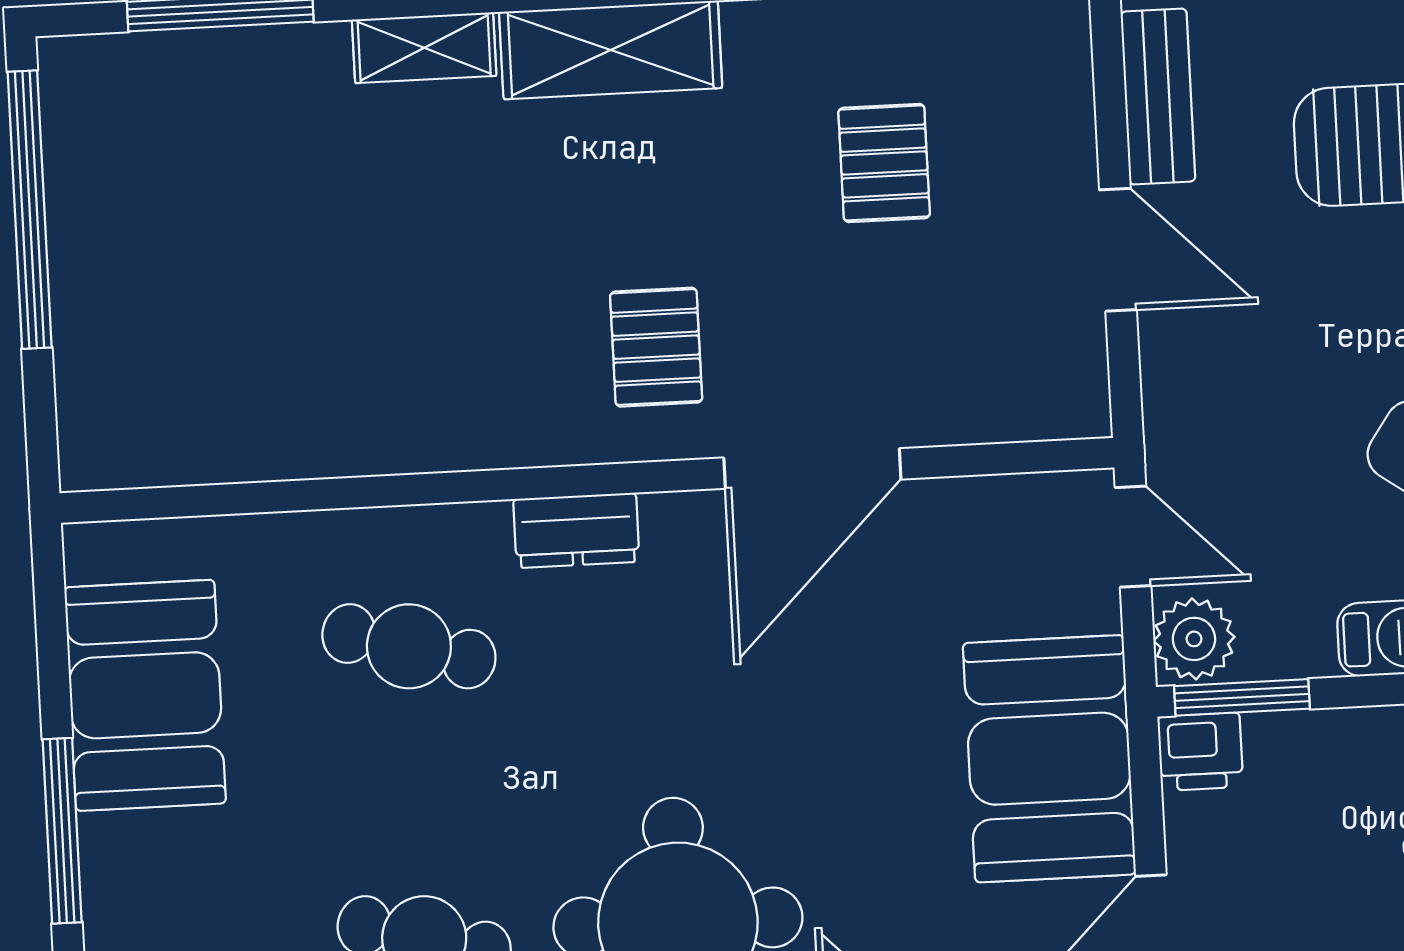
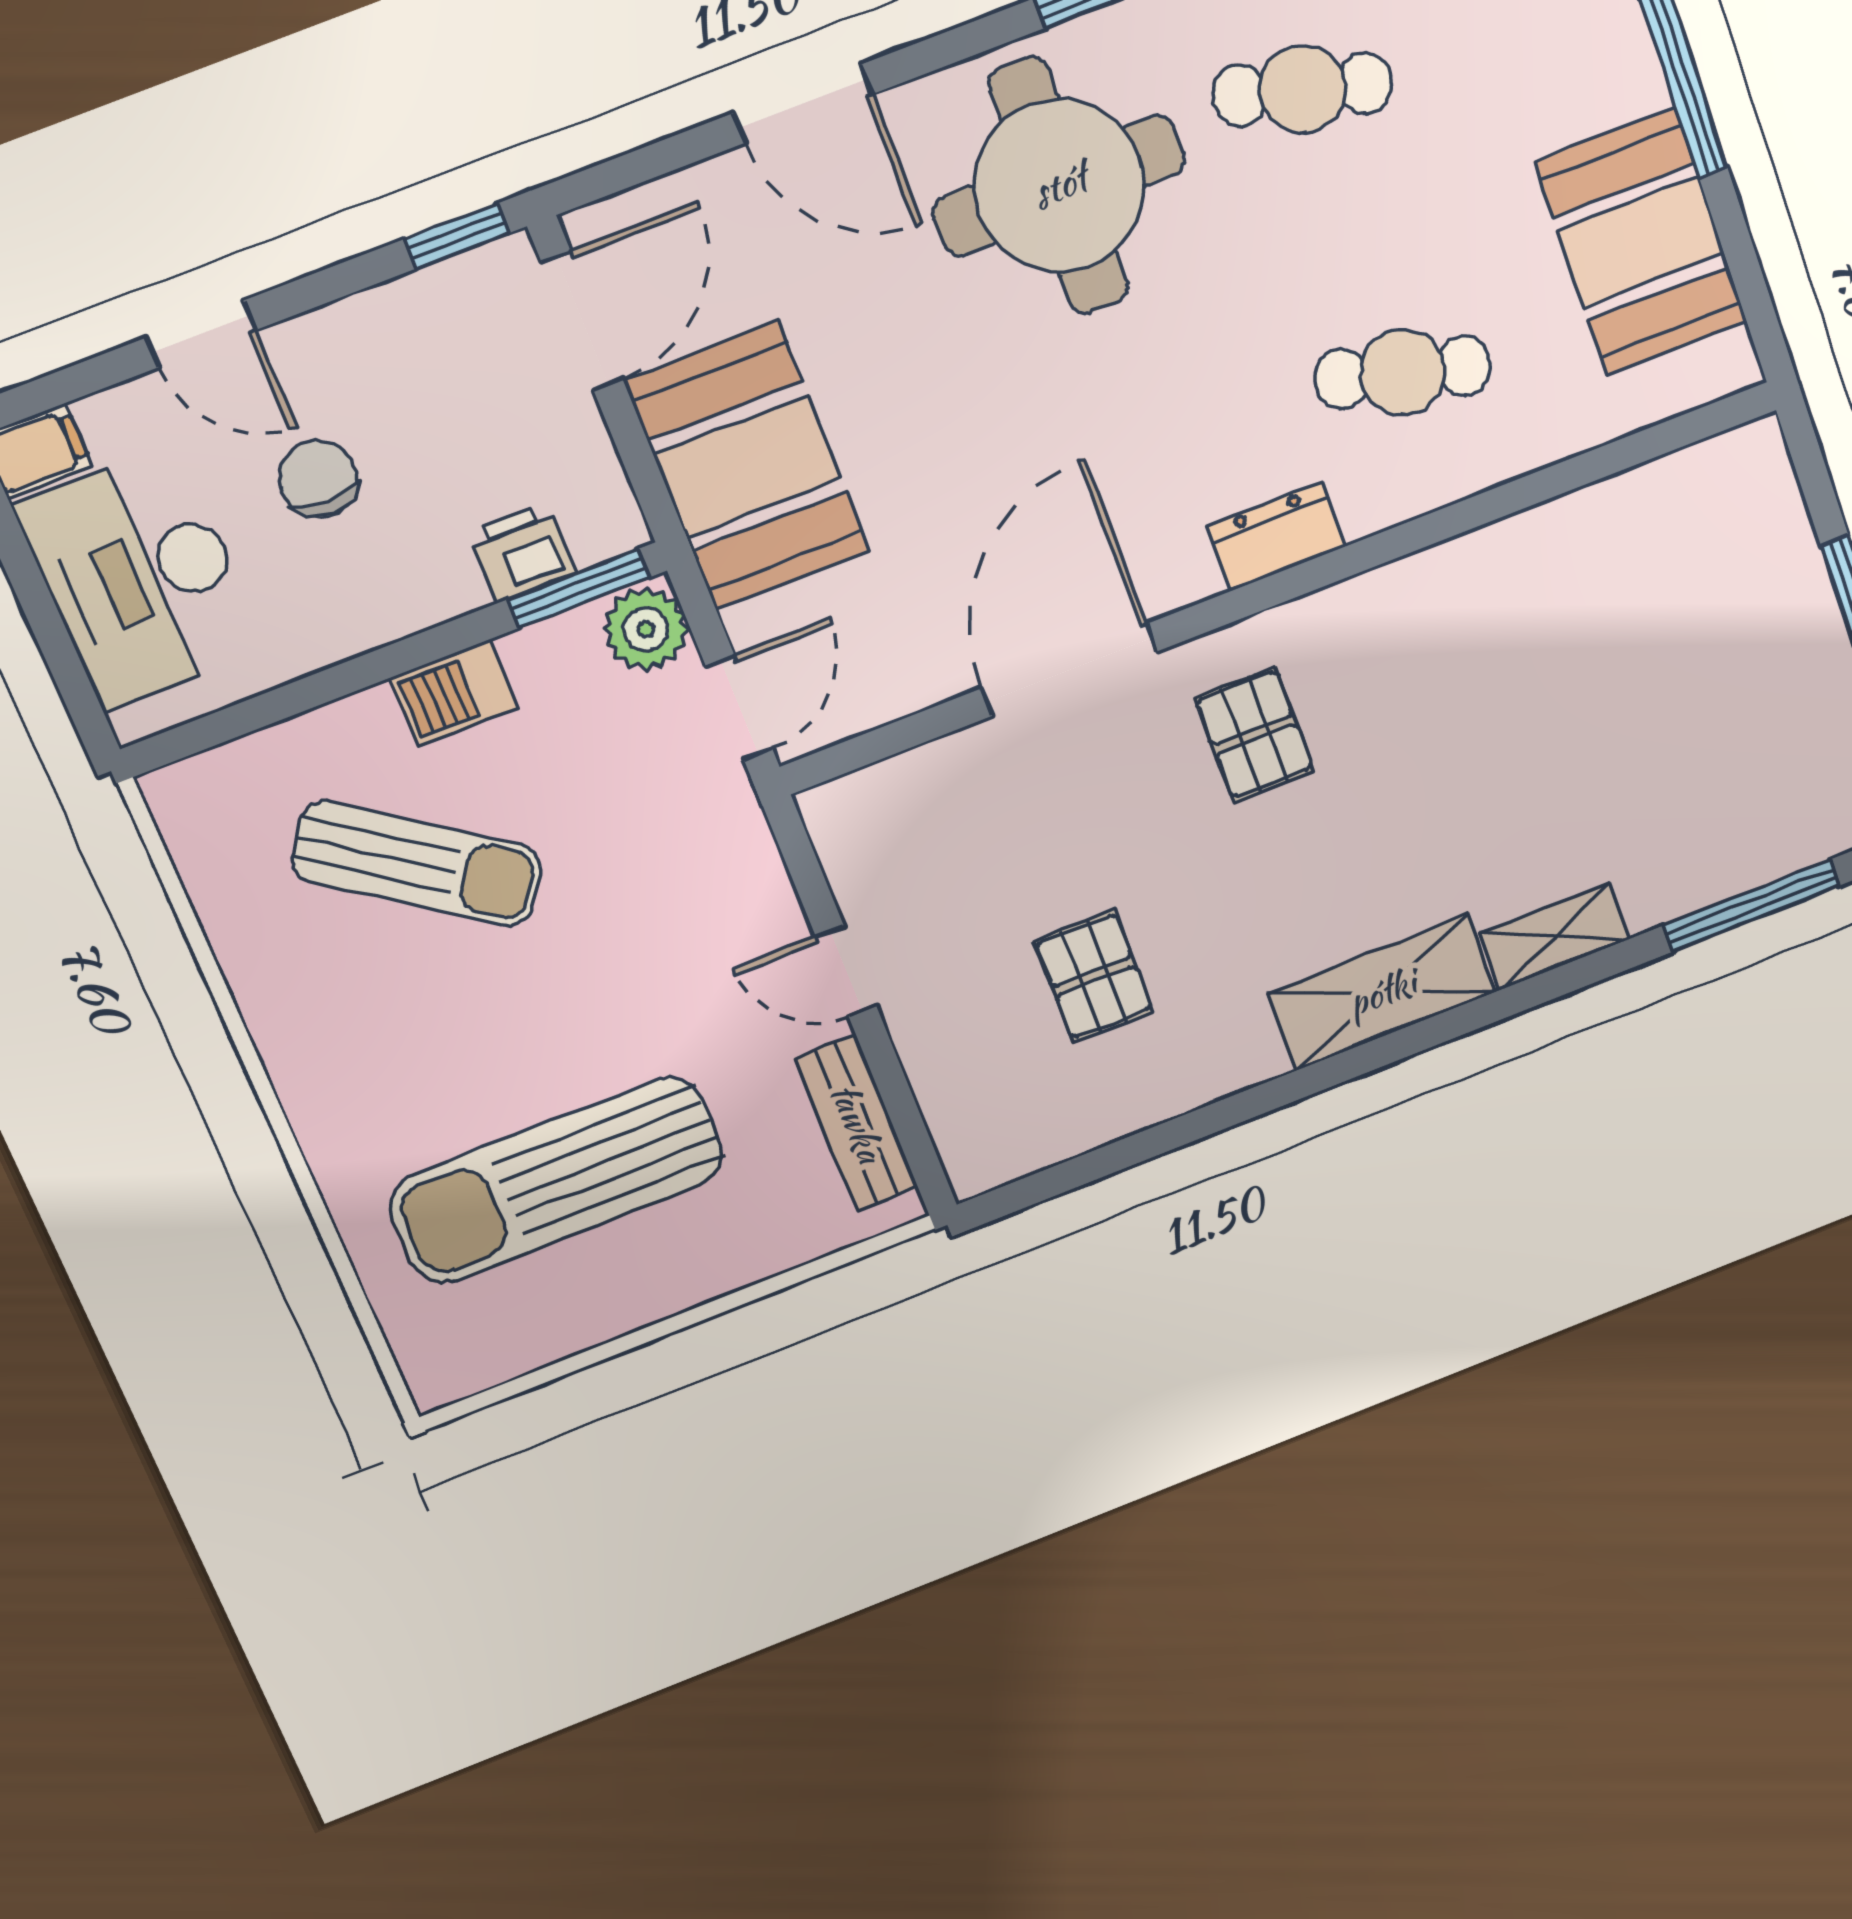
door: (1118, 250) -> (846, 971), width x0.73
door: (1133, 537) -> (739, 708), swing flipped
printer: (1200, 752) -> (522, 553), moved

